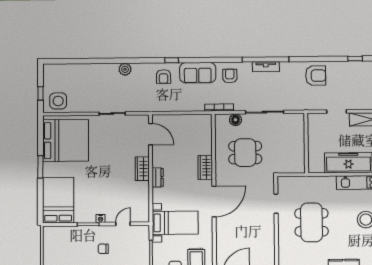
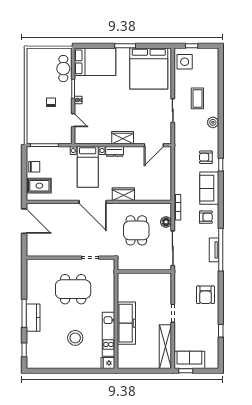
coffee table: (99, 86) -> (197, 98), added
wall: (306, 143) -> (144, 271), moved
bed with nightstands: (175, 223) -> (88, 167), moved
cafe table: (66, 235) -> (63, 69), added

